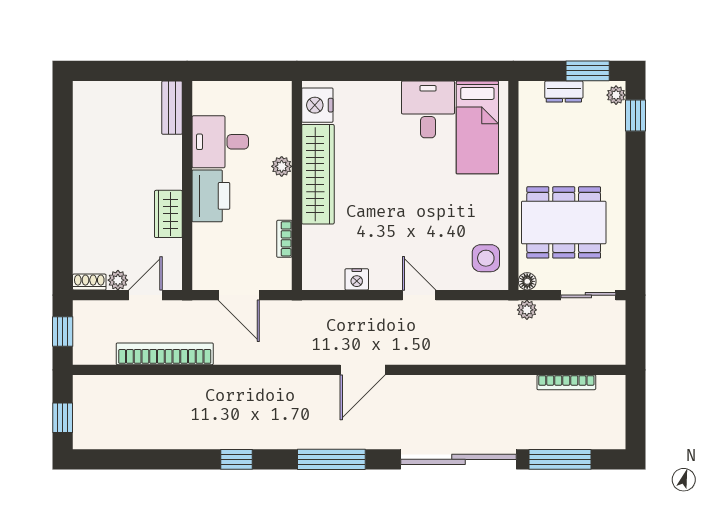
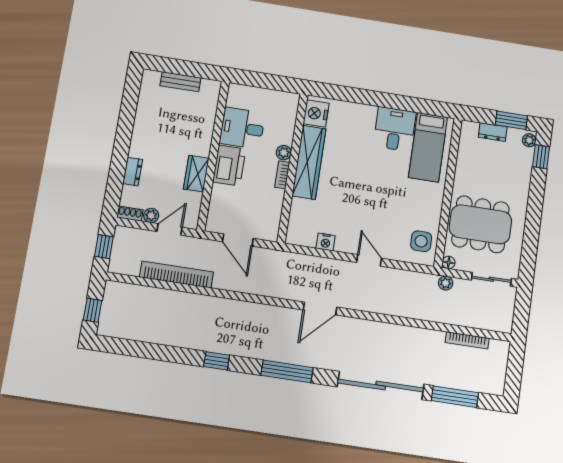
bench: (172, 108) -> (180, 82), moved, turned 90
dresser: (83, 225) -> (133, 172), added
bookcase: (284, 239) -> (282, 175), moved

